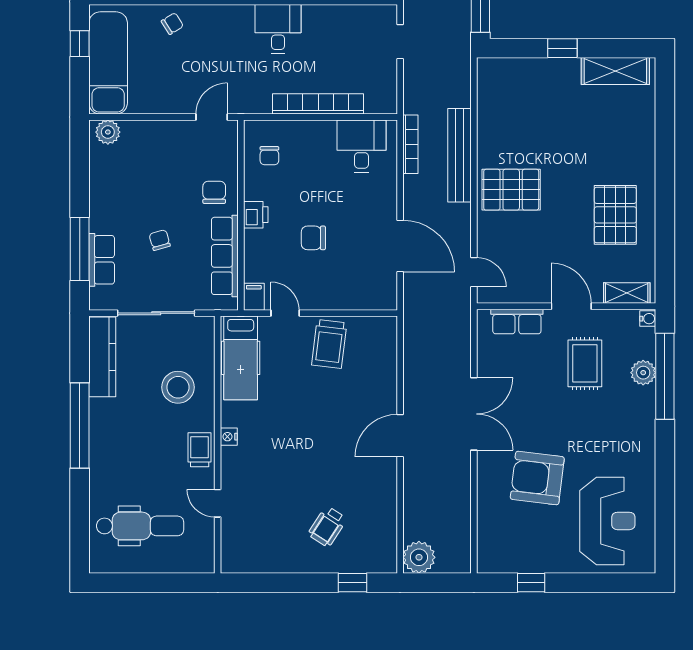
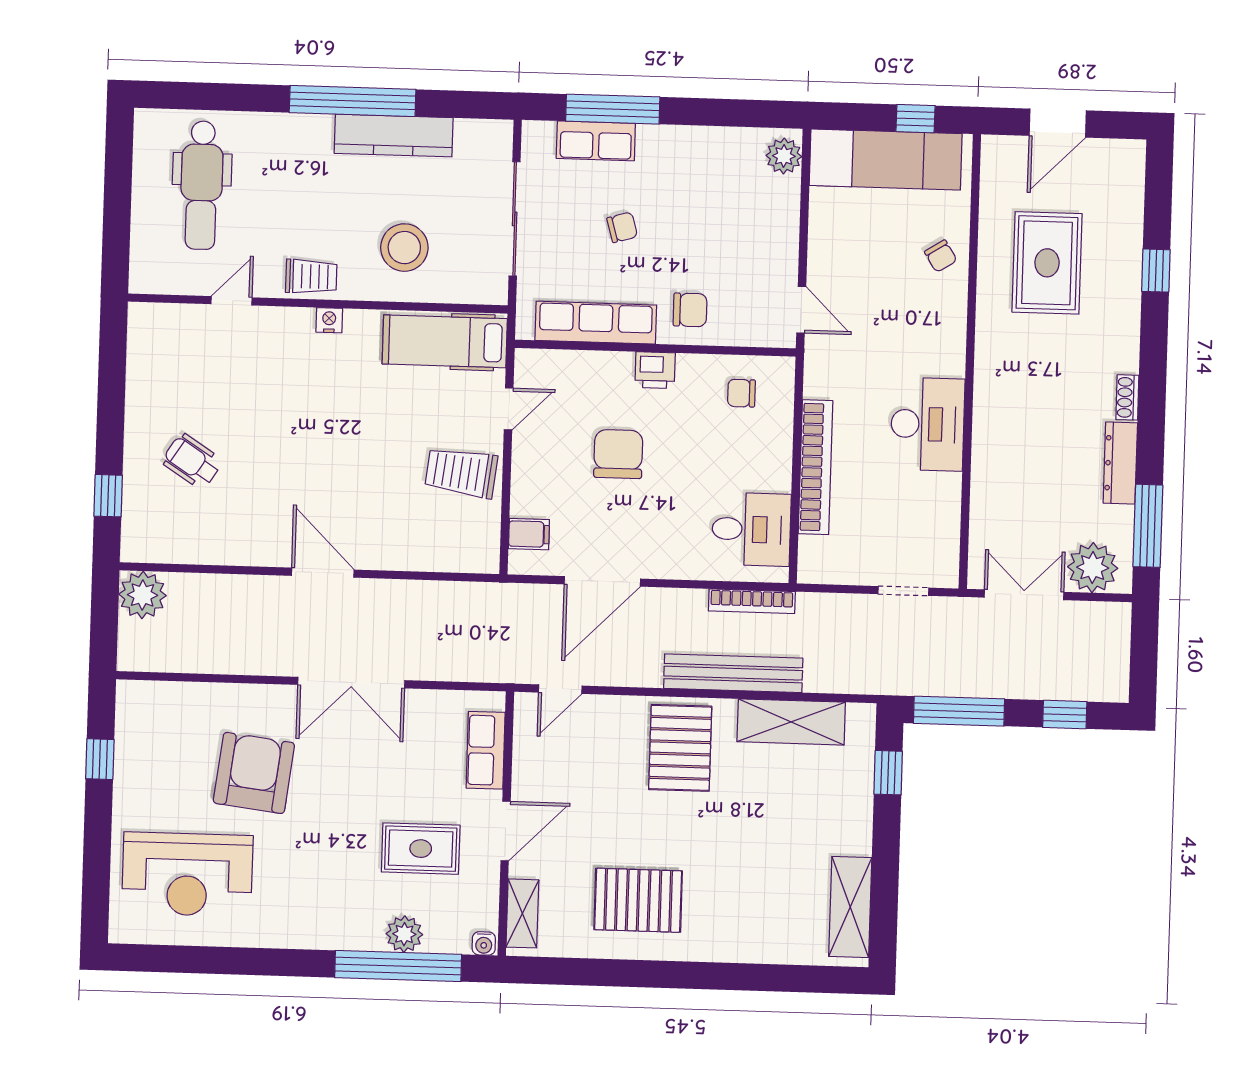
desk: (278, 29) -> (928, 424), width x1.37
window: (562, 48) -> (888, 773), moved
shelving: (491, 115) -> (791, 722), added
chair: (313, 238) -> (618, 454), width x1.37, depth x1.37
filing cabinet: (254, 297) -> (529, 534), moved
kitchen counter: (102, 357) -> (394, 135), moved

